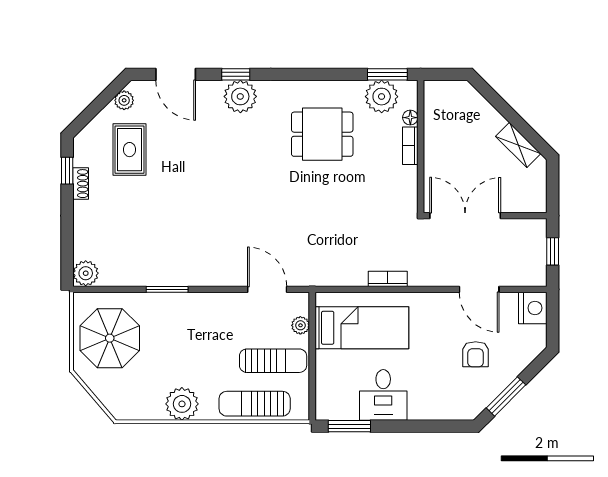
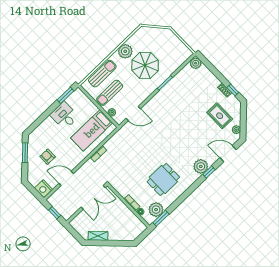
parasol: (110, 338) -> (145, 65), moved

